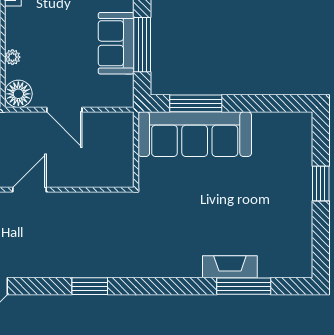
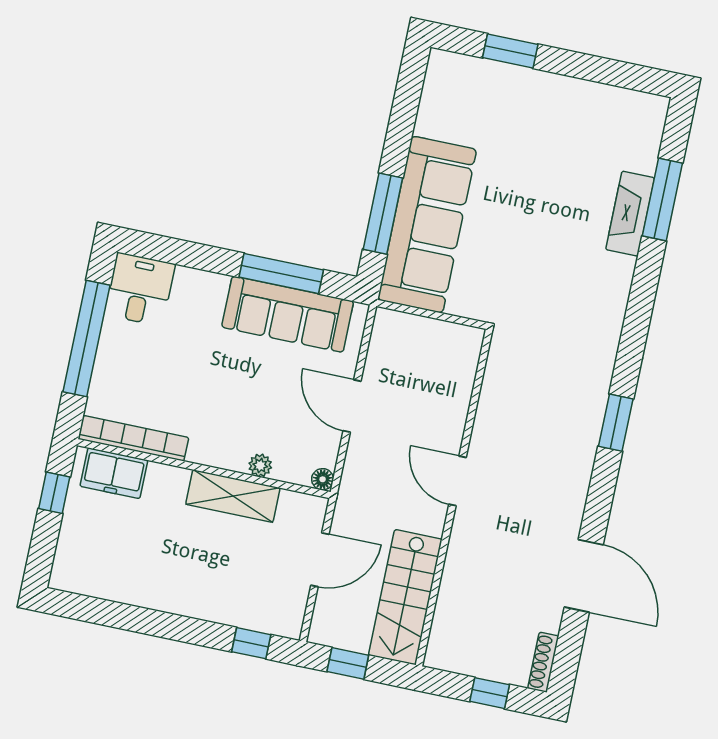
sofa: (116, 43) -> (288, 314), width x1.36
floor lamp: (18, 94) -> (323, 479), width x0.53, depth x0.53
door: (64, 110) -> (352, 406), swing flipped
window: (321, 183) -> (510, 51), moved

